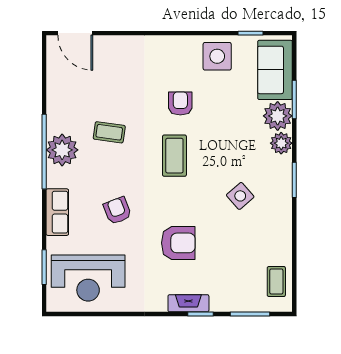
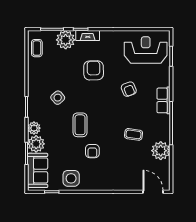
plant: (62, 150) -> (161, 151), moved
coffee table: (174, 156) -> (80, 125), moved
row of seats: (57, 212) -> (164, 100), moved
armchair: (178, 243) -> (94, 70), turned 89
plant: (227, 296) -> (66, 40), added

